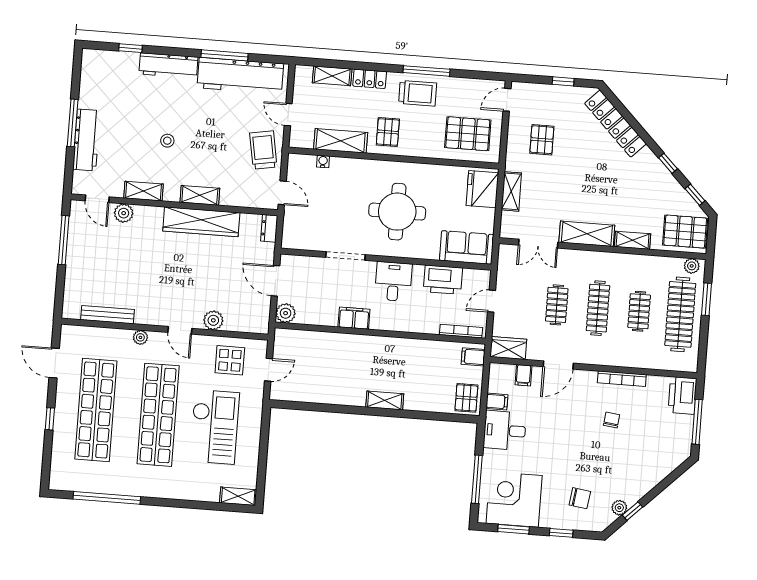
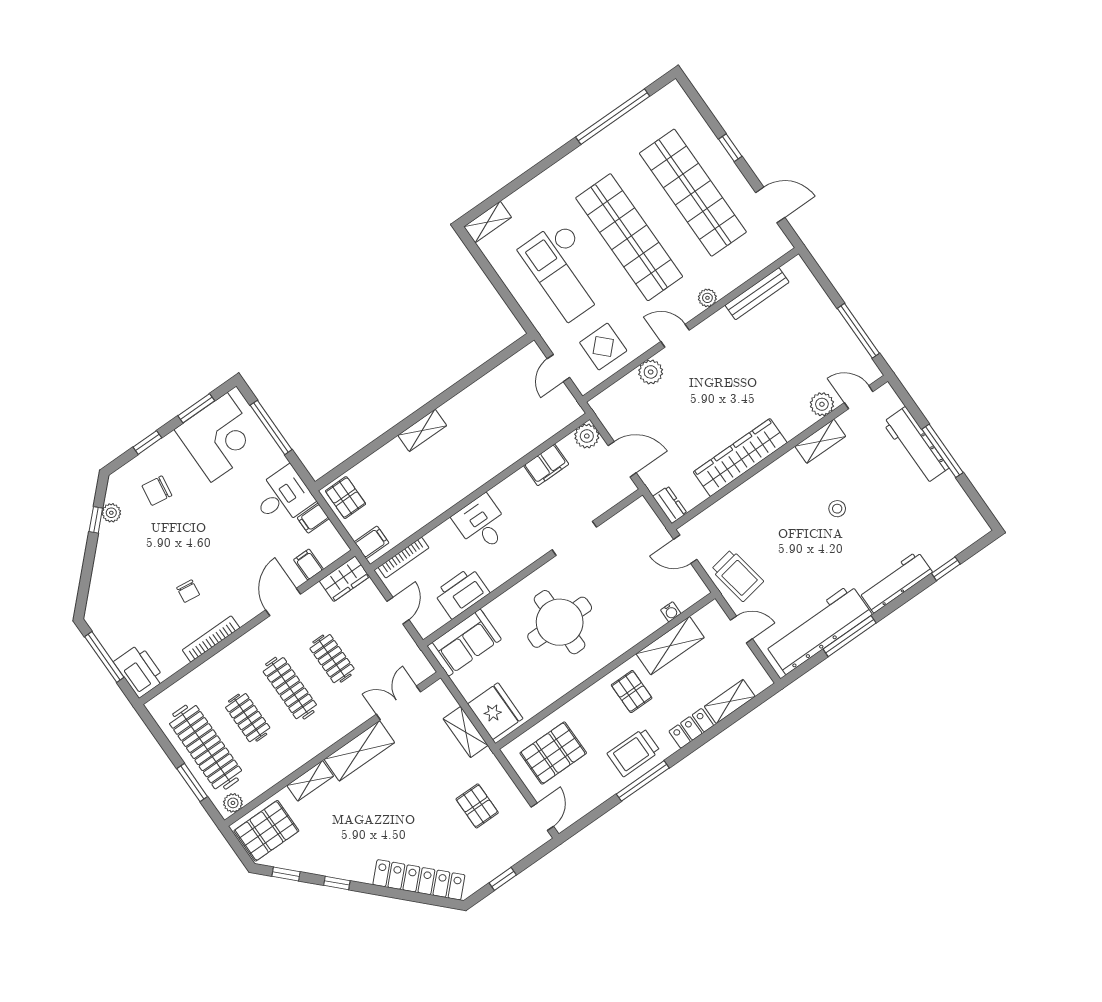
shelving: (200, 195) -> (763, 482), removed
desk: (393, 281) -> (482, 524), moved, turned 180
filing cabinet: (354, 318) -> (546, 465), moved

